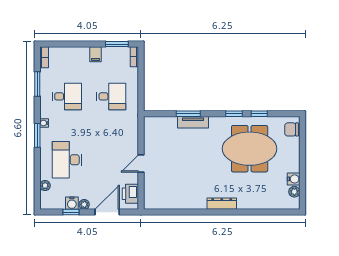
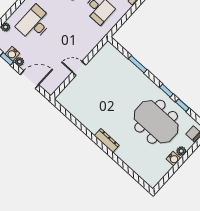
tv unit: (193, 122) -> (136, 72), removed
water cooler: (294, 179) -> (173, 159), moved
plant: (294, 192) -> (181, 151), moved
printer: (130, 194) -> (55, 81), removed

